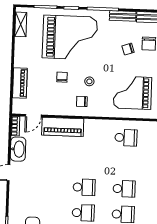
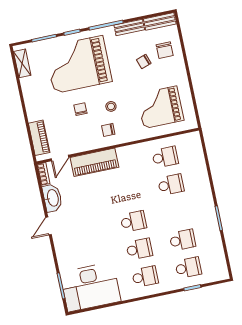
grand piano: (70, 37) -> (78, 64), turned 180
piano: (20, 83) -> (39, 138), moved
school desk: (124, 189) -> (171, 185), moved

